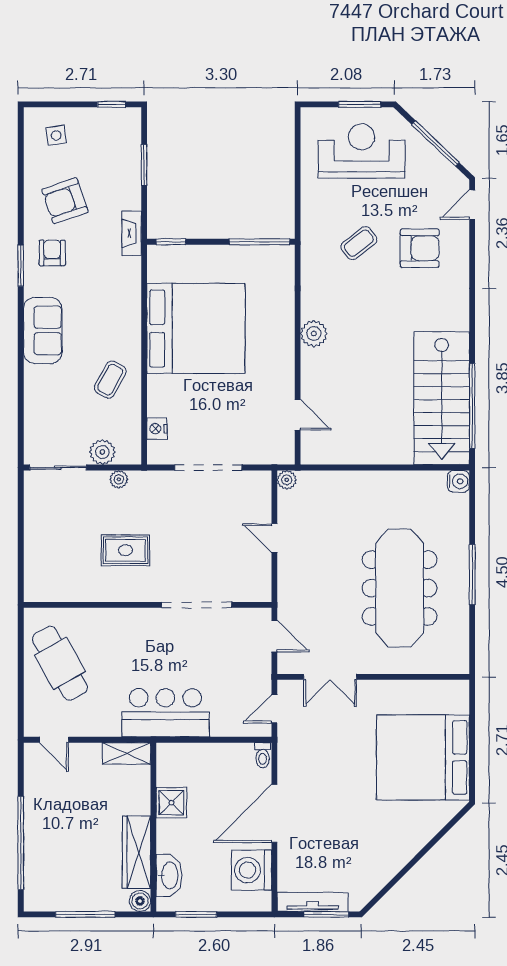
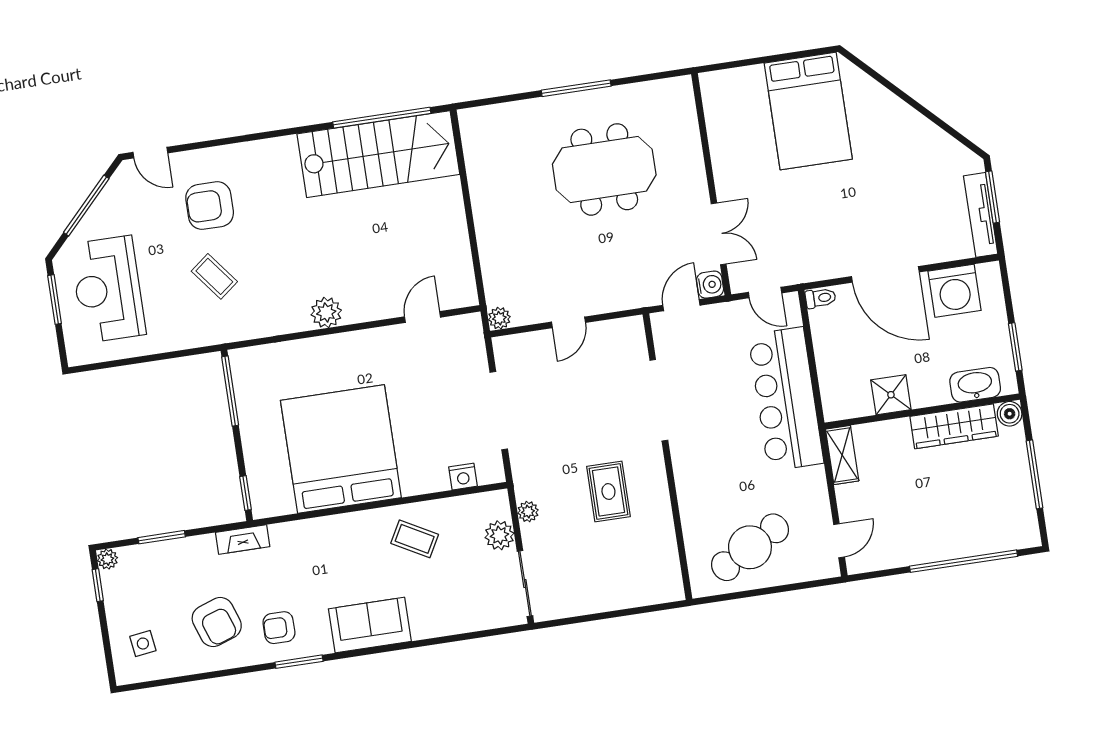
plant: (132, 116) -> (107, 559), added
armchair: (420, 248) -> (210, 206), turned -90
water cooler: (458, 481) -> (710, 285), moved, turned 90
meeting table: (400, 588) -> (604, 169), width x0.73
bar counter: (165, 713) -> (786, 399), width x1.36
bed: (423, 757) -> (808, 111), width x0.73

